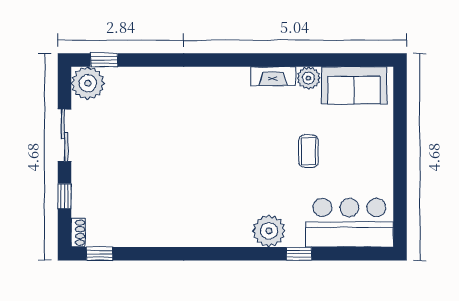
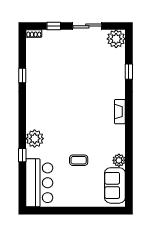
window: (104, 60) -> (129, 72), moved
fireplace: (273, 76) -> (120, 112), moved
window: (99, 254) -> (22, 76), moved

